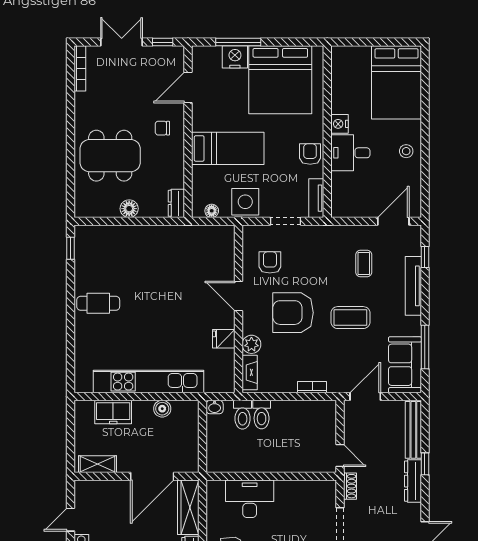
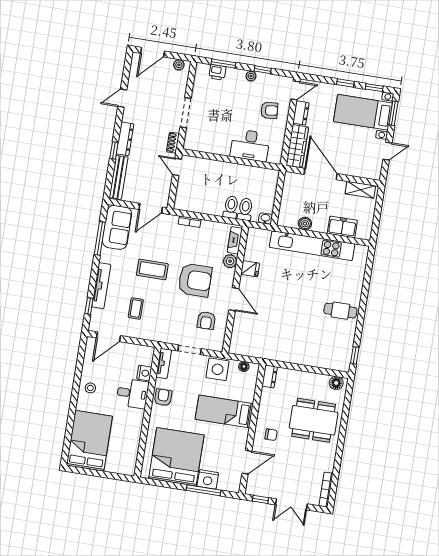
nightstand: (339, 124) -> (144, 373), moved
armchair: (310, 154) -> (163, 397), turned 180
floor lamp: (129, 209) -> (336, 383), moved
door: (152, 476) -> (321, 174), hinge flipped

